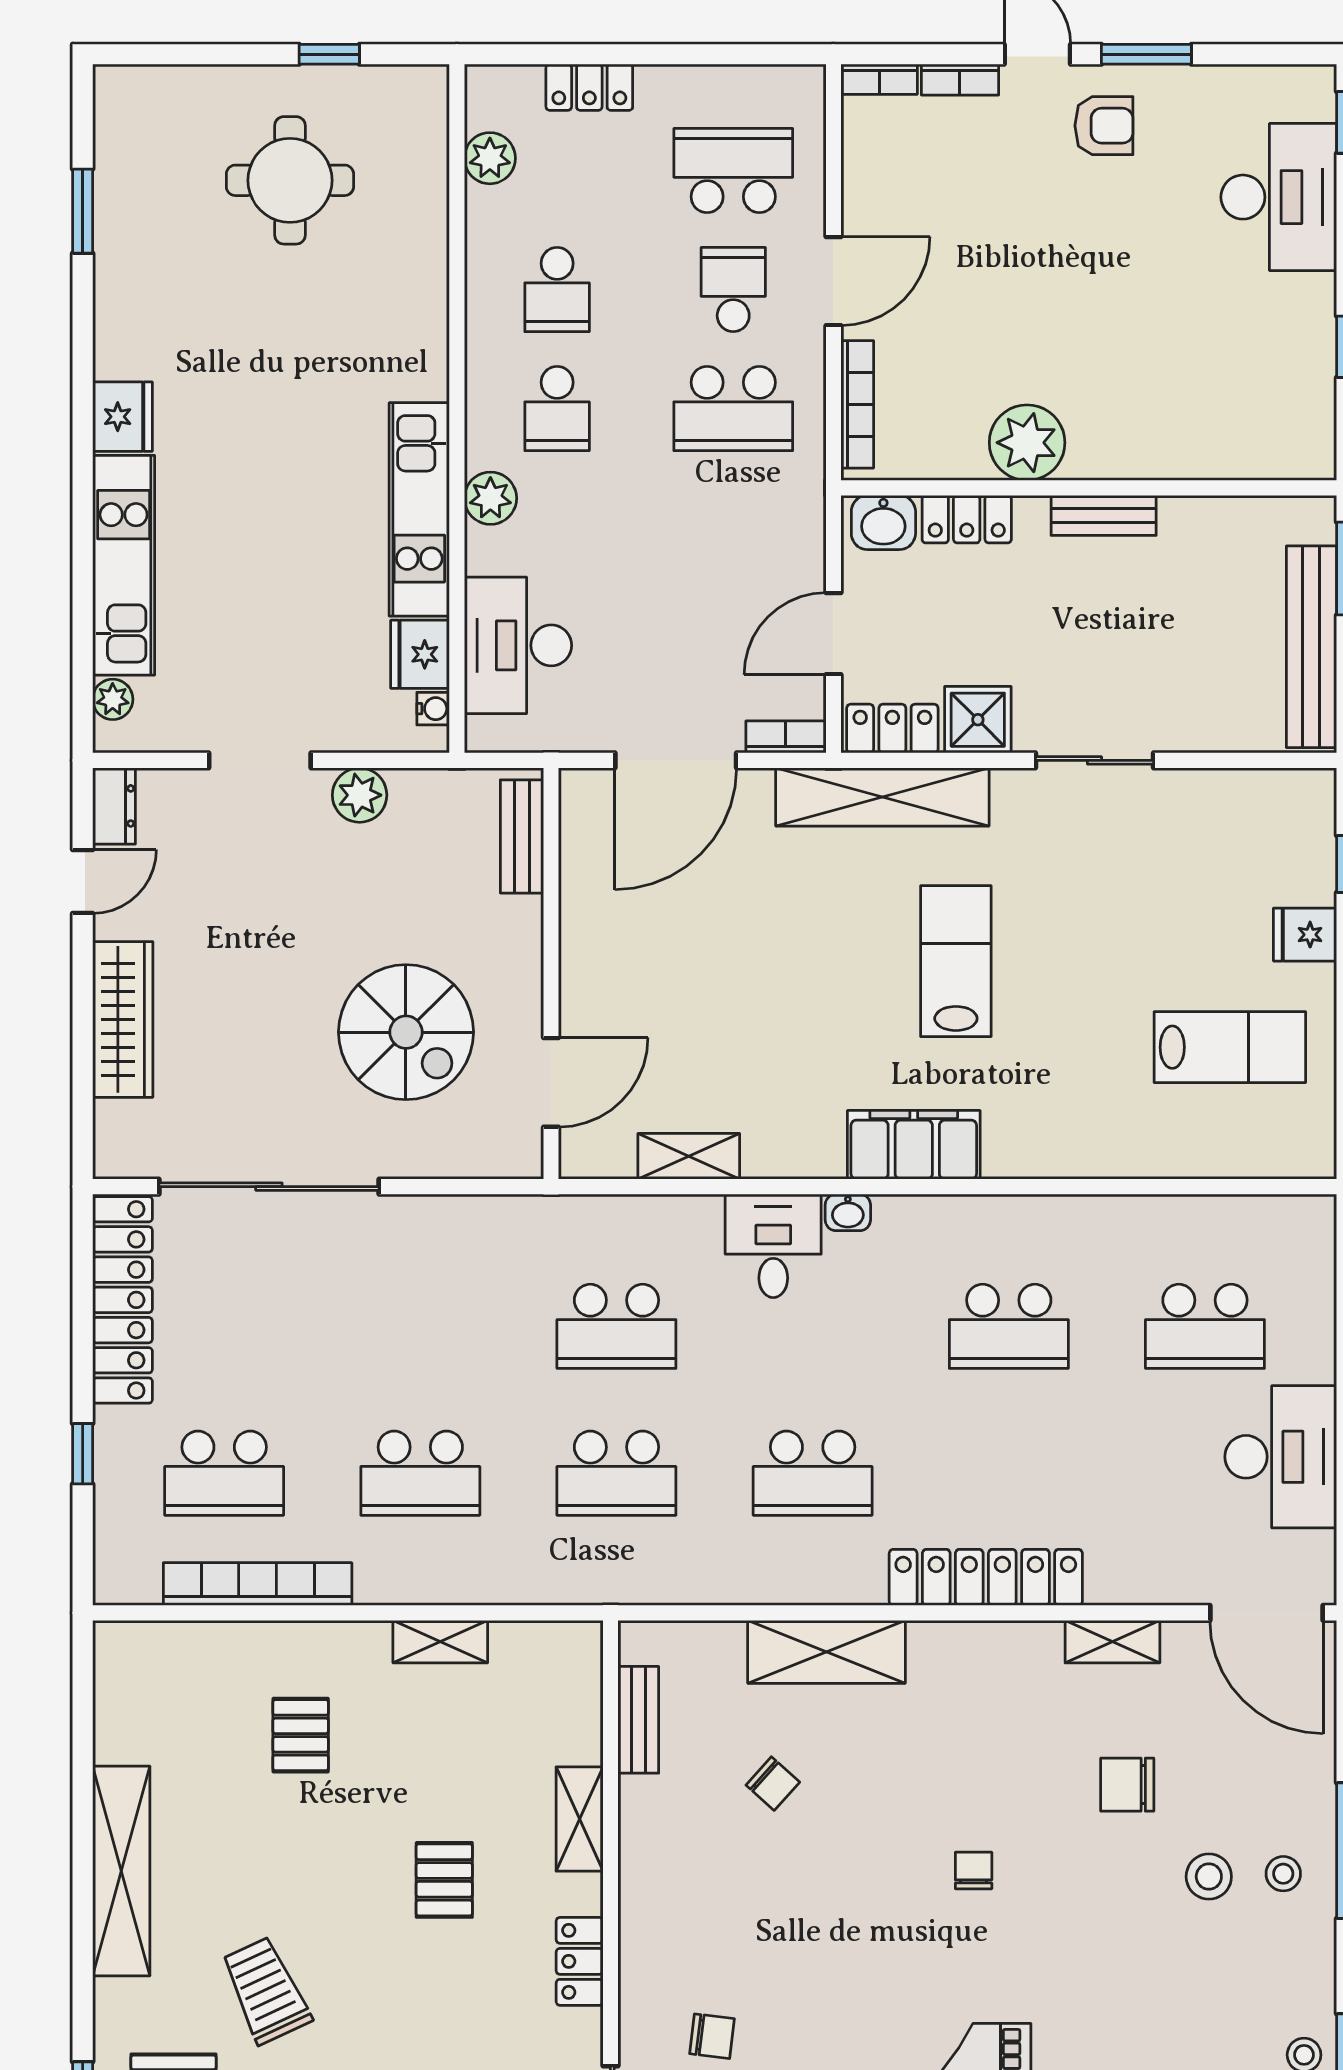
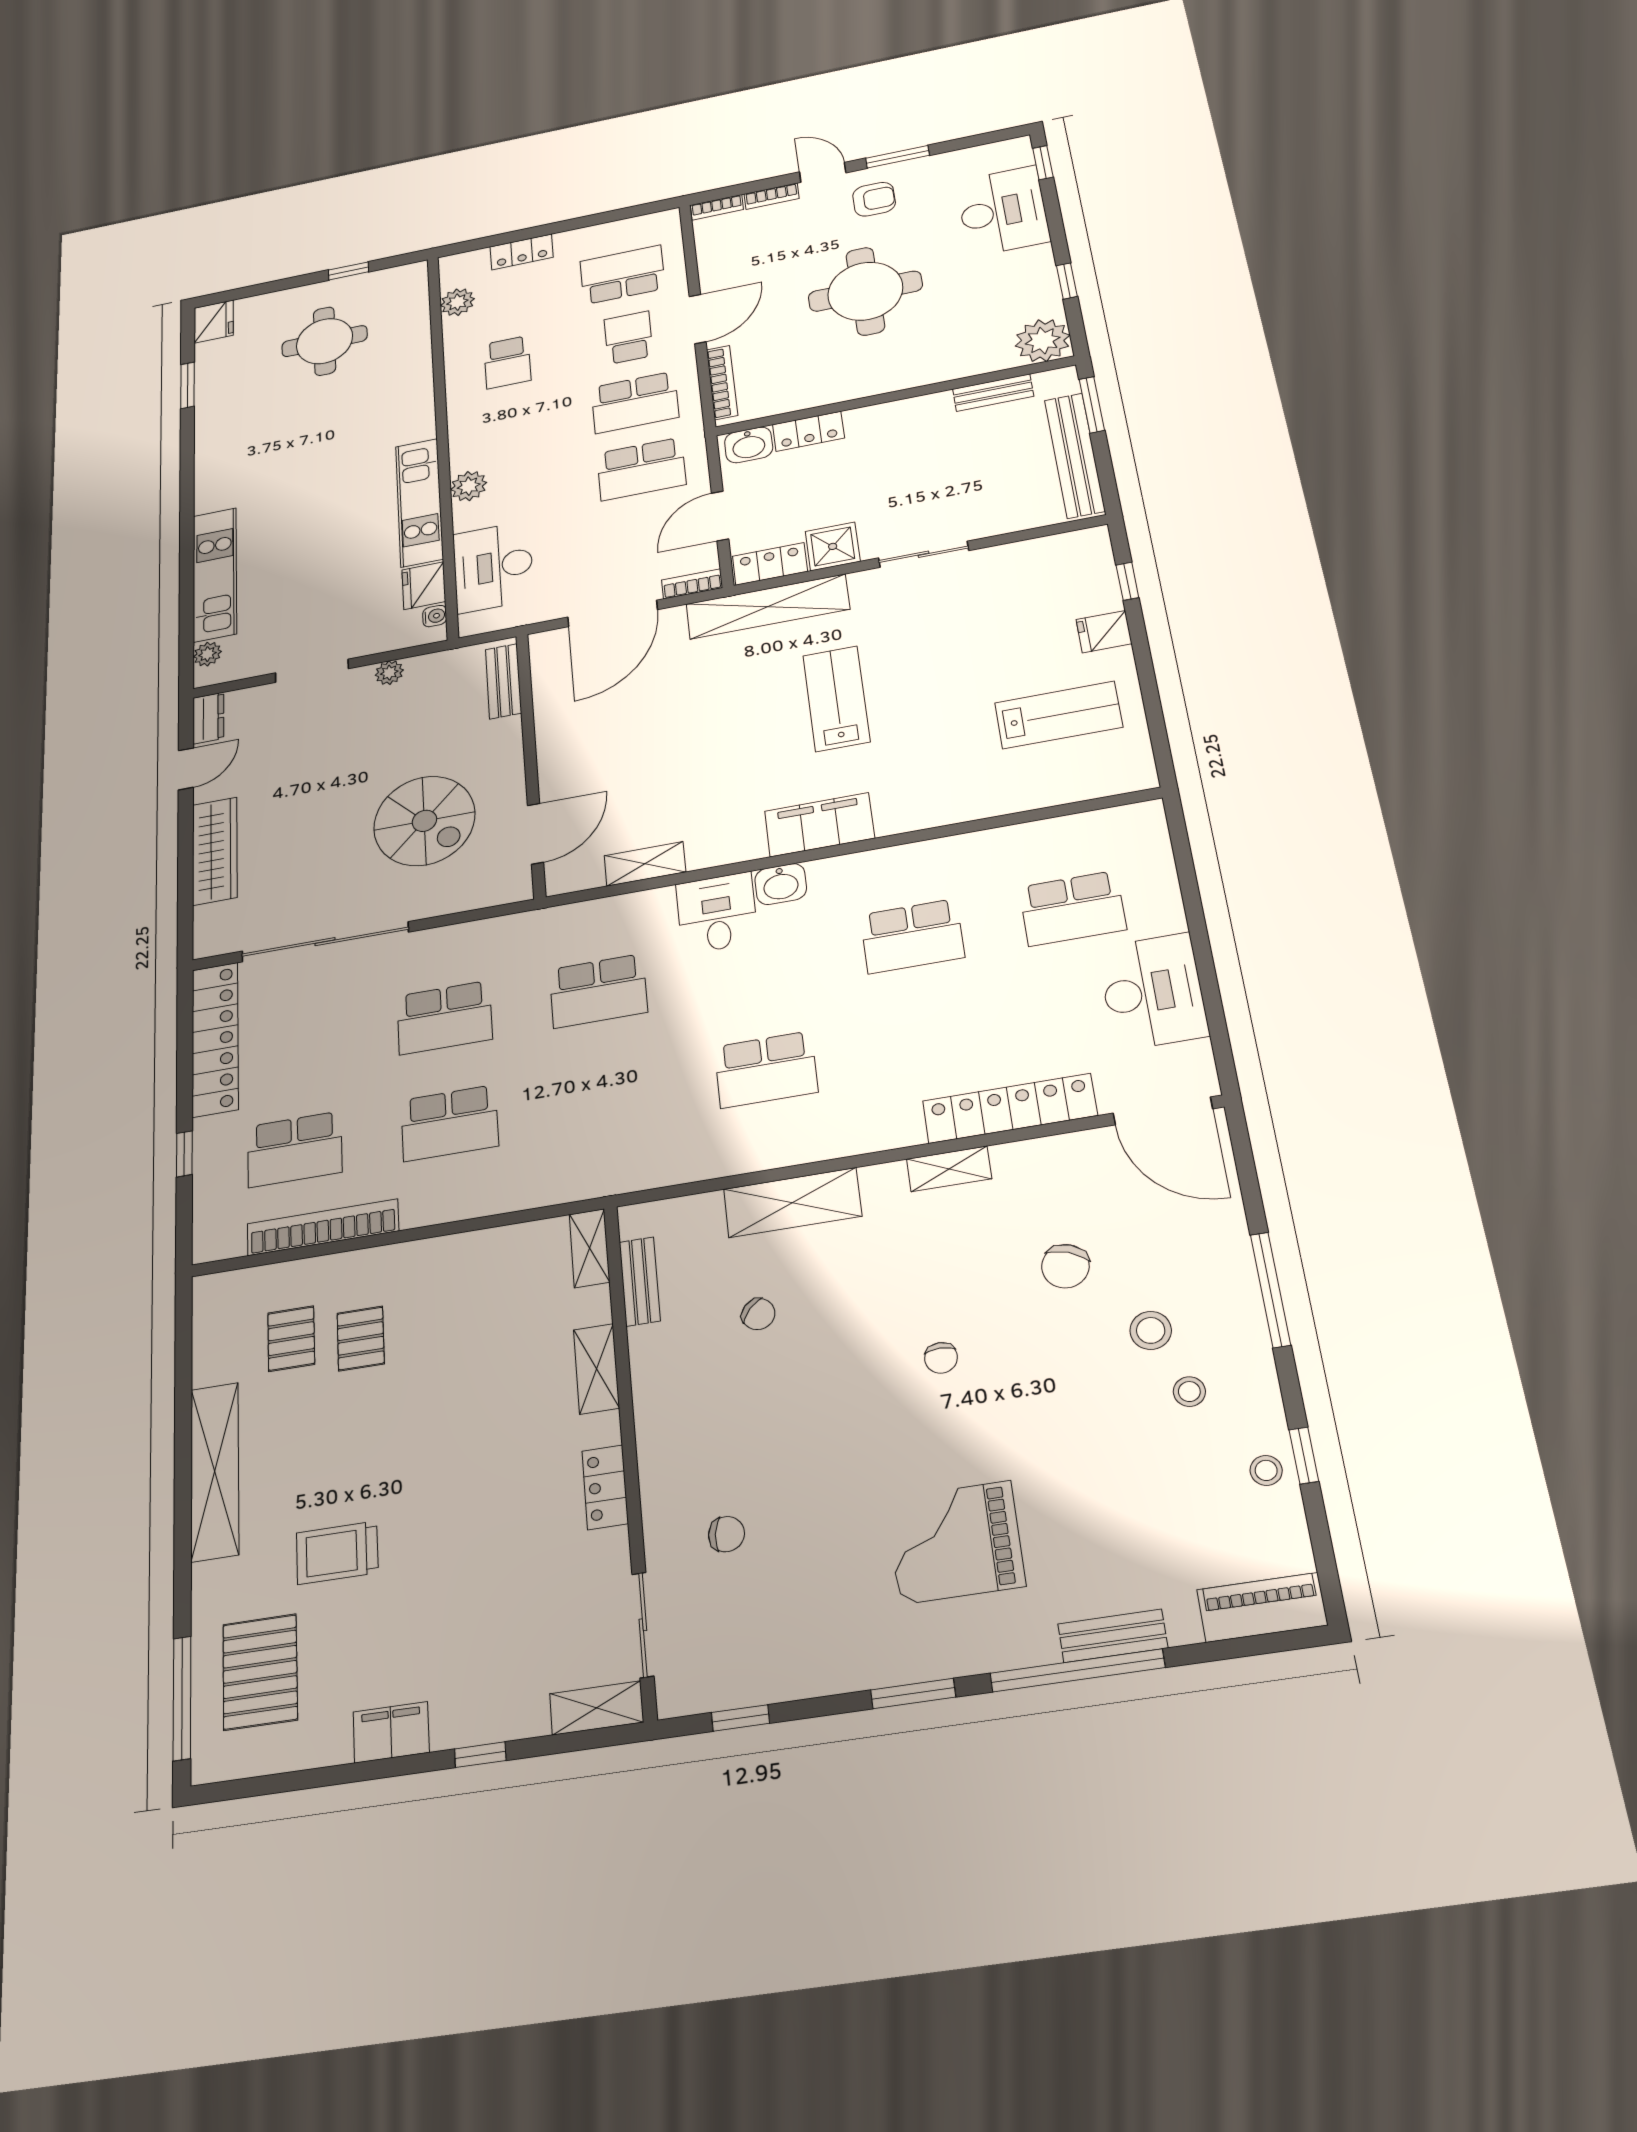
round table: (1072, 292) -> (865, 291), added
school desk: (557, 409) -> (641, 469), moved, width x1.85
fridge: (122, 417) -> (214, 322), moved
plant: (1027, 443) -> (1043, 341), moved
bench: (1104, 515) -> (993, 393), moved
plant: (360, 795) -> (389, 673), width x0.73, depth x0.73
washbasin: (848, 1212) -> (781, 884), width x1.38, depth x1.45
school desk: (616, 1473) -> (445, 1018), moved
locker: (986, 1577) -> (1010, 1108), moved
shelving: (440, 1642) -> (589, 1248), moved, turned 90
shelving: (1112, 1642) -> (949, 1169), moved
chair: (1127, 1785) -> (1065, 1266), turned -69
chair: (974, 1870) -> (941, 1358), turned 180
stool: (1283, 1874) -> (1189, 1392), moved
pallet: (444, 1880) -> (291, 1339), moved
trolley: (266, 1990) -> (337, 1553), turned -65

